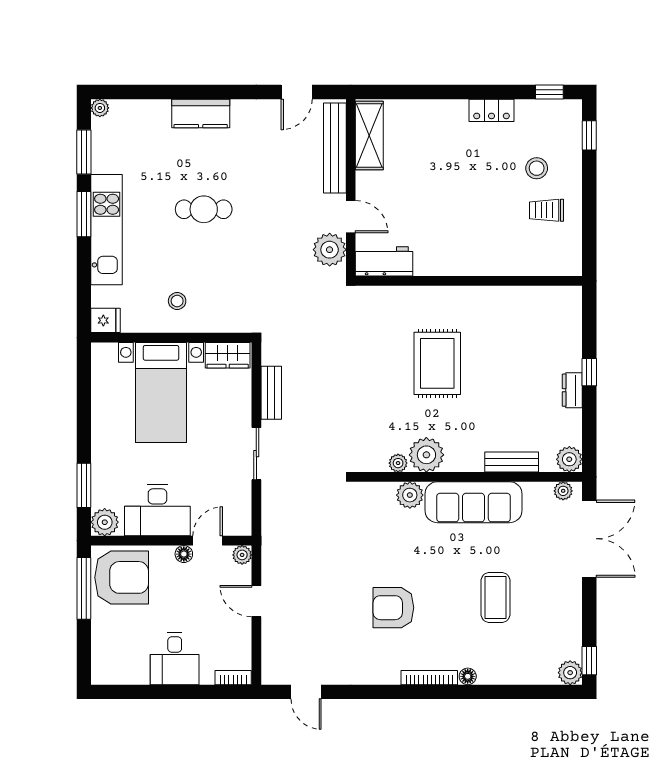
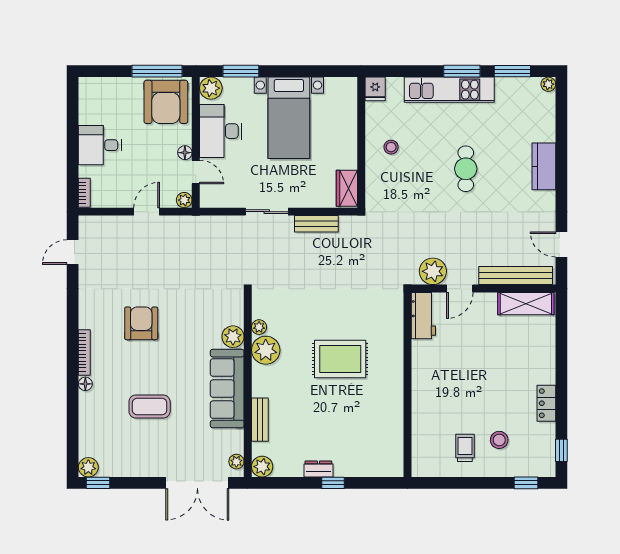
bed with nightstands: (161, 392) -> (289, 118), moved, turned -90

